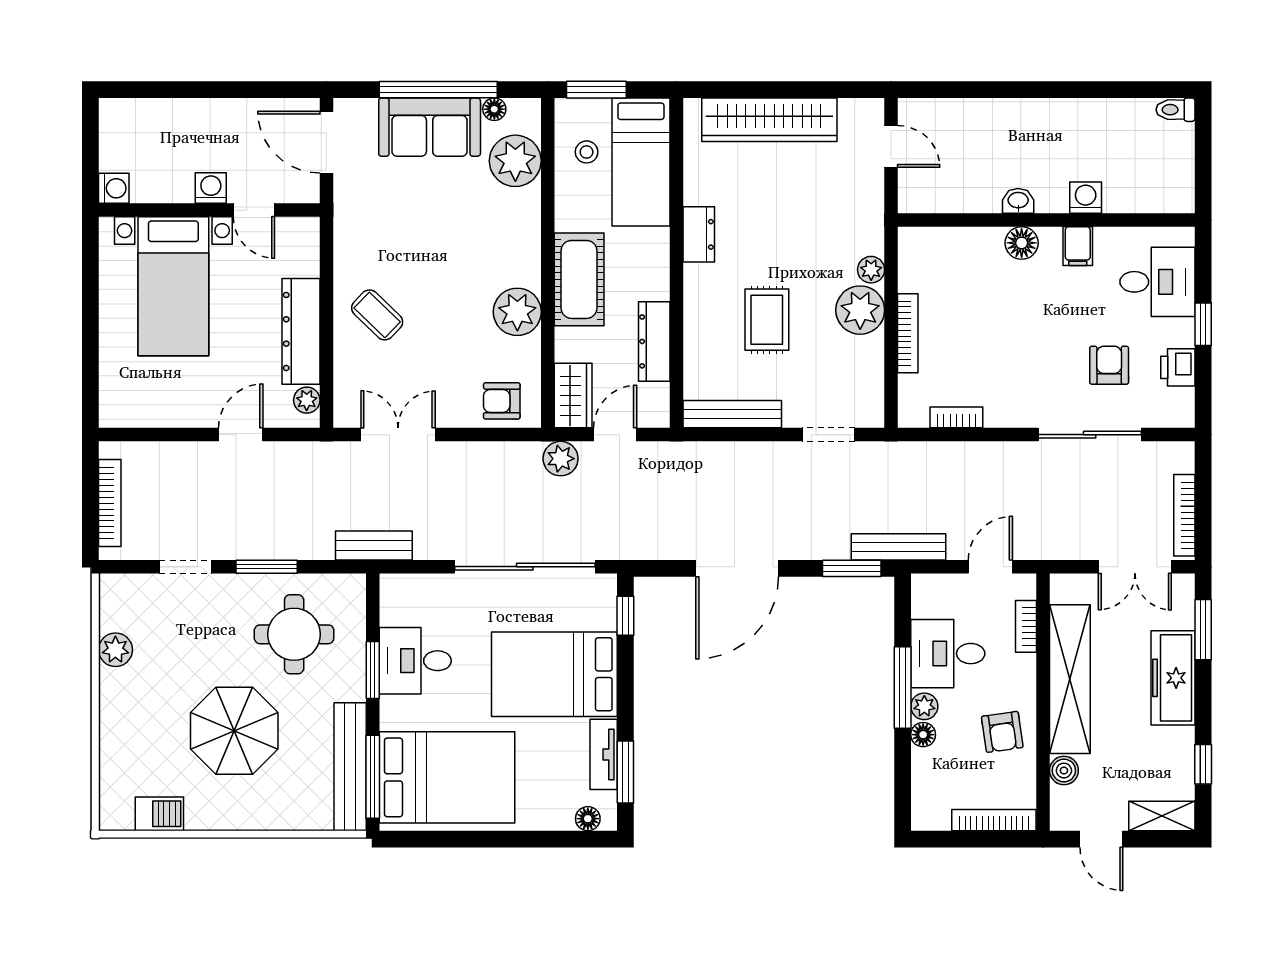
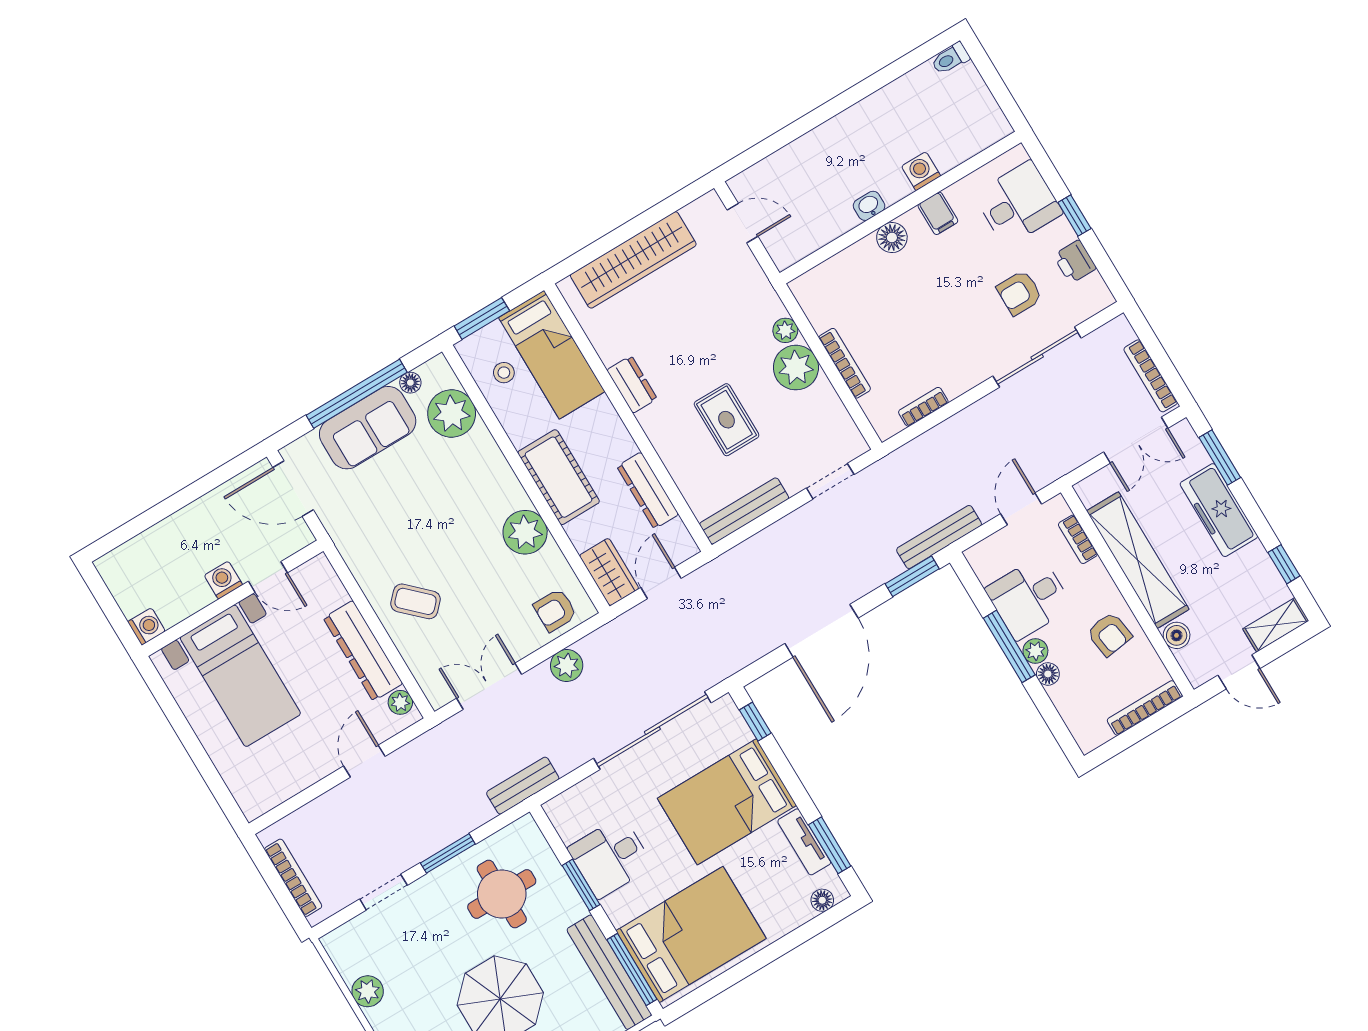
armchair: (1109, 365) -> (1019, 293), turned -90
plant: (561, 459) -> (567, 665), moved

